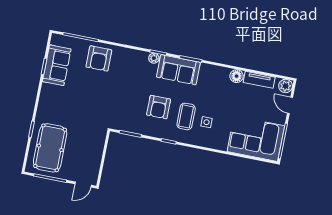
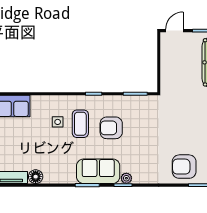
armchair: (99, 58) -> (184, 167), turned -90
armchair: (159, 107) -> (111, 128), turned -90

